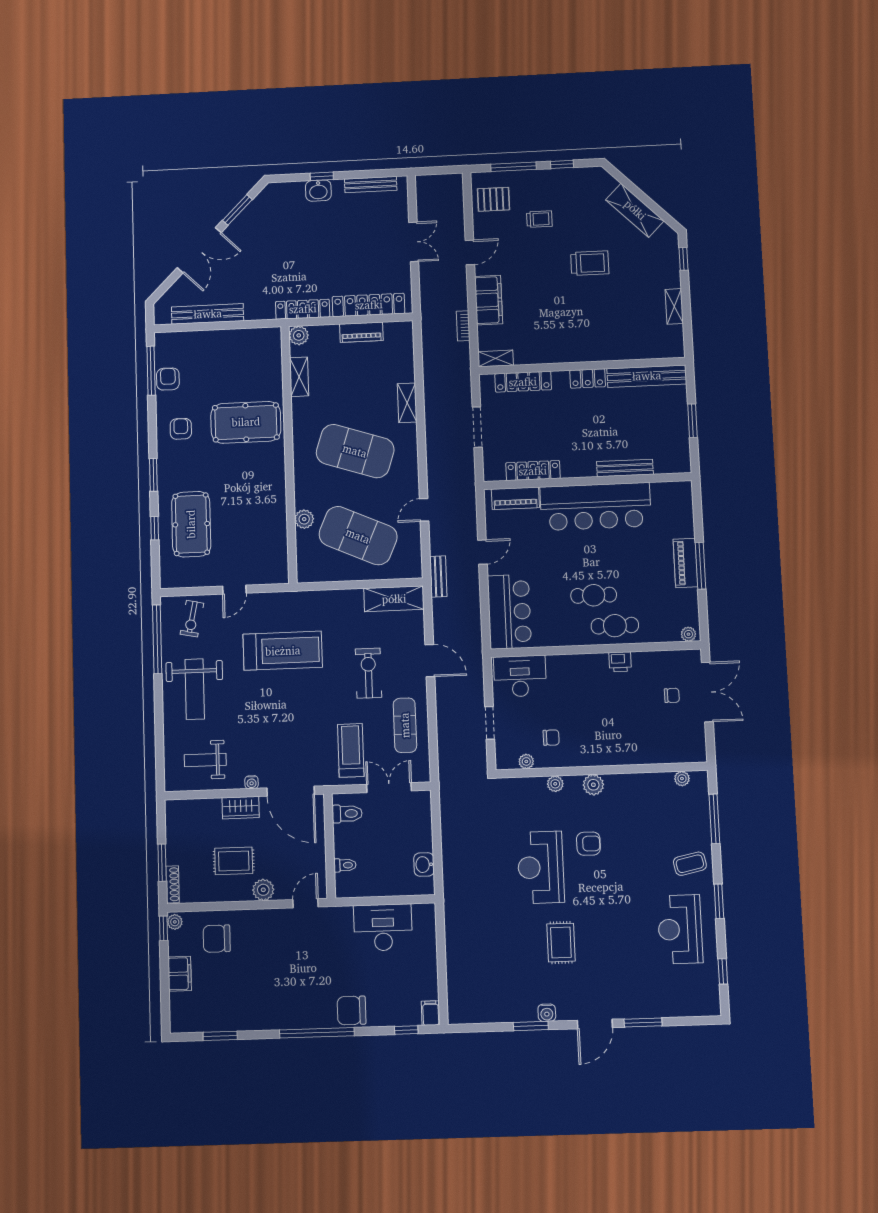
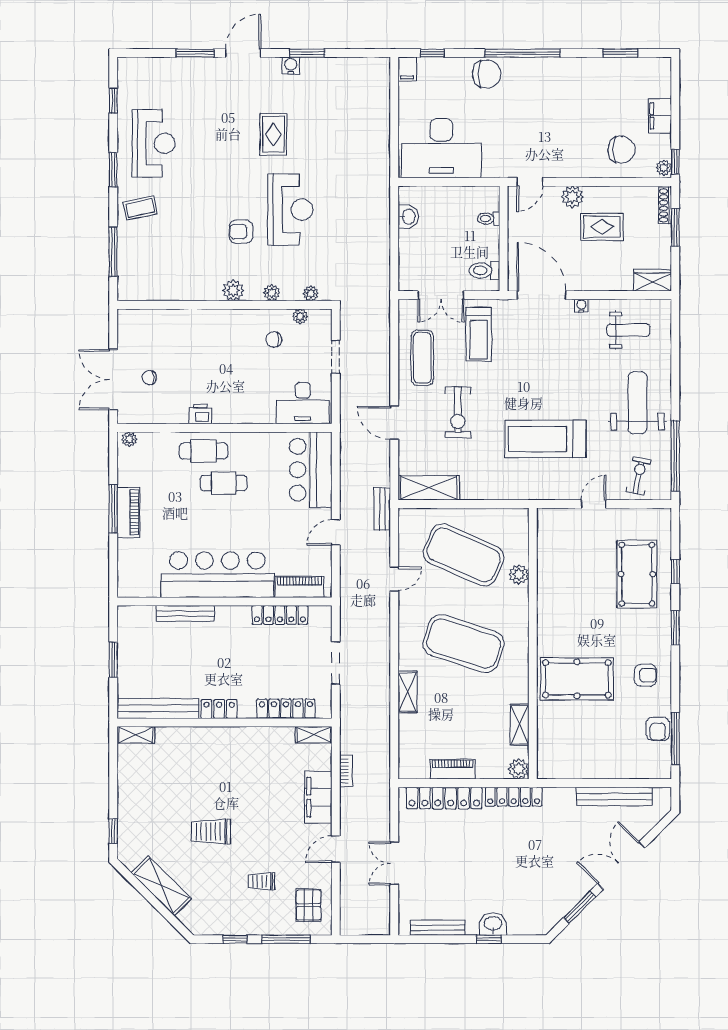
pallet: (494, 199) -> (309, 905), turned 90
shelving: (674, 306) -> (136, 735), moved, turned 90
armchair: (181, 429) -> (645, 675), turned -90
plant: (682, 779) -> (311, 293), moved
wardrobe: (241, 808) -> (653, 280), moved
desk: (383, 928) -> (441, 148), width x1.36, depth x1.30

